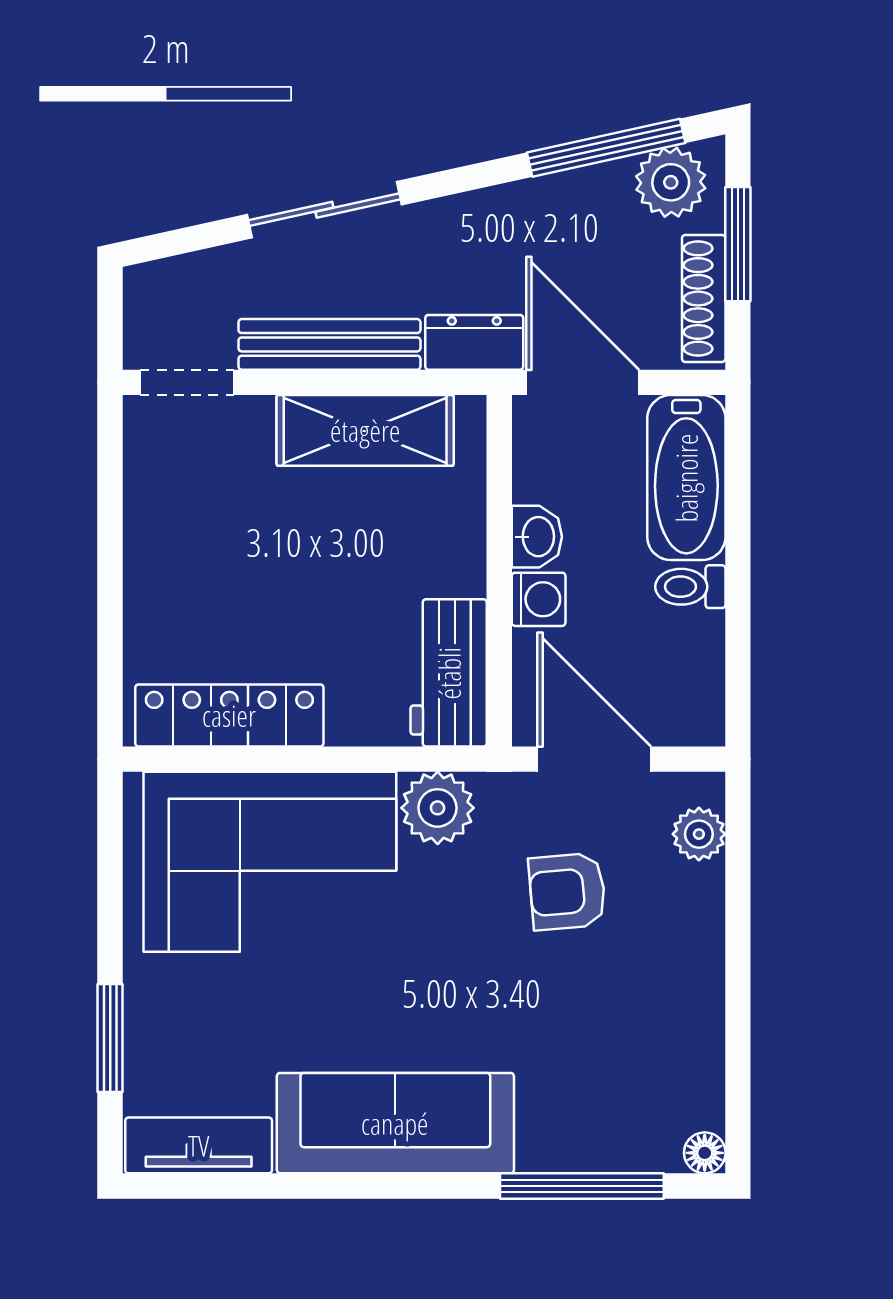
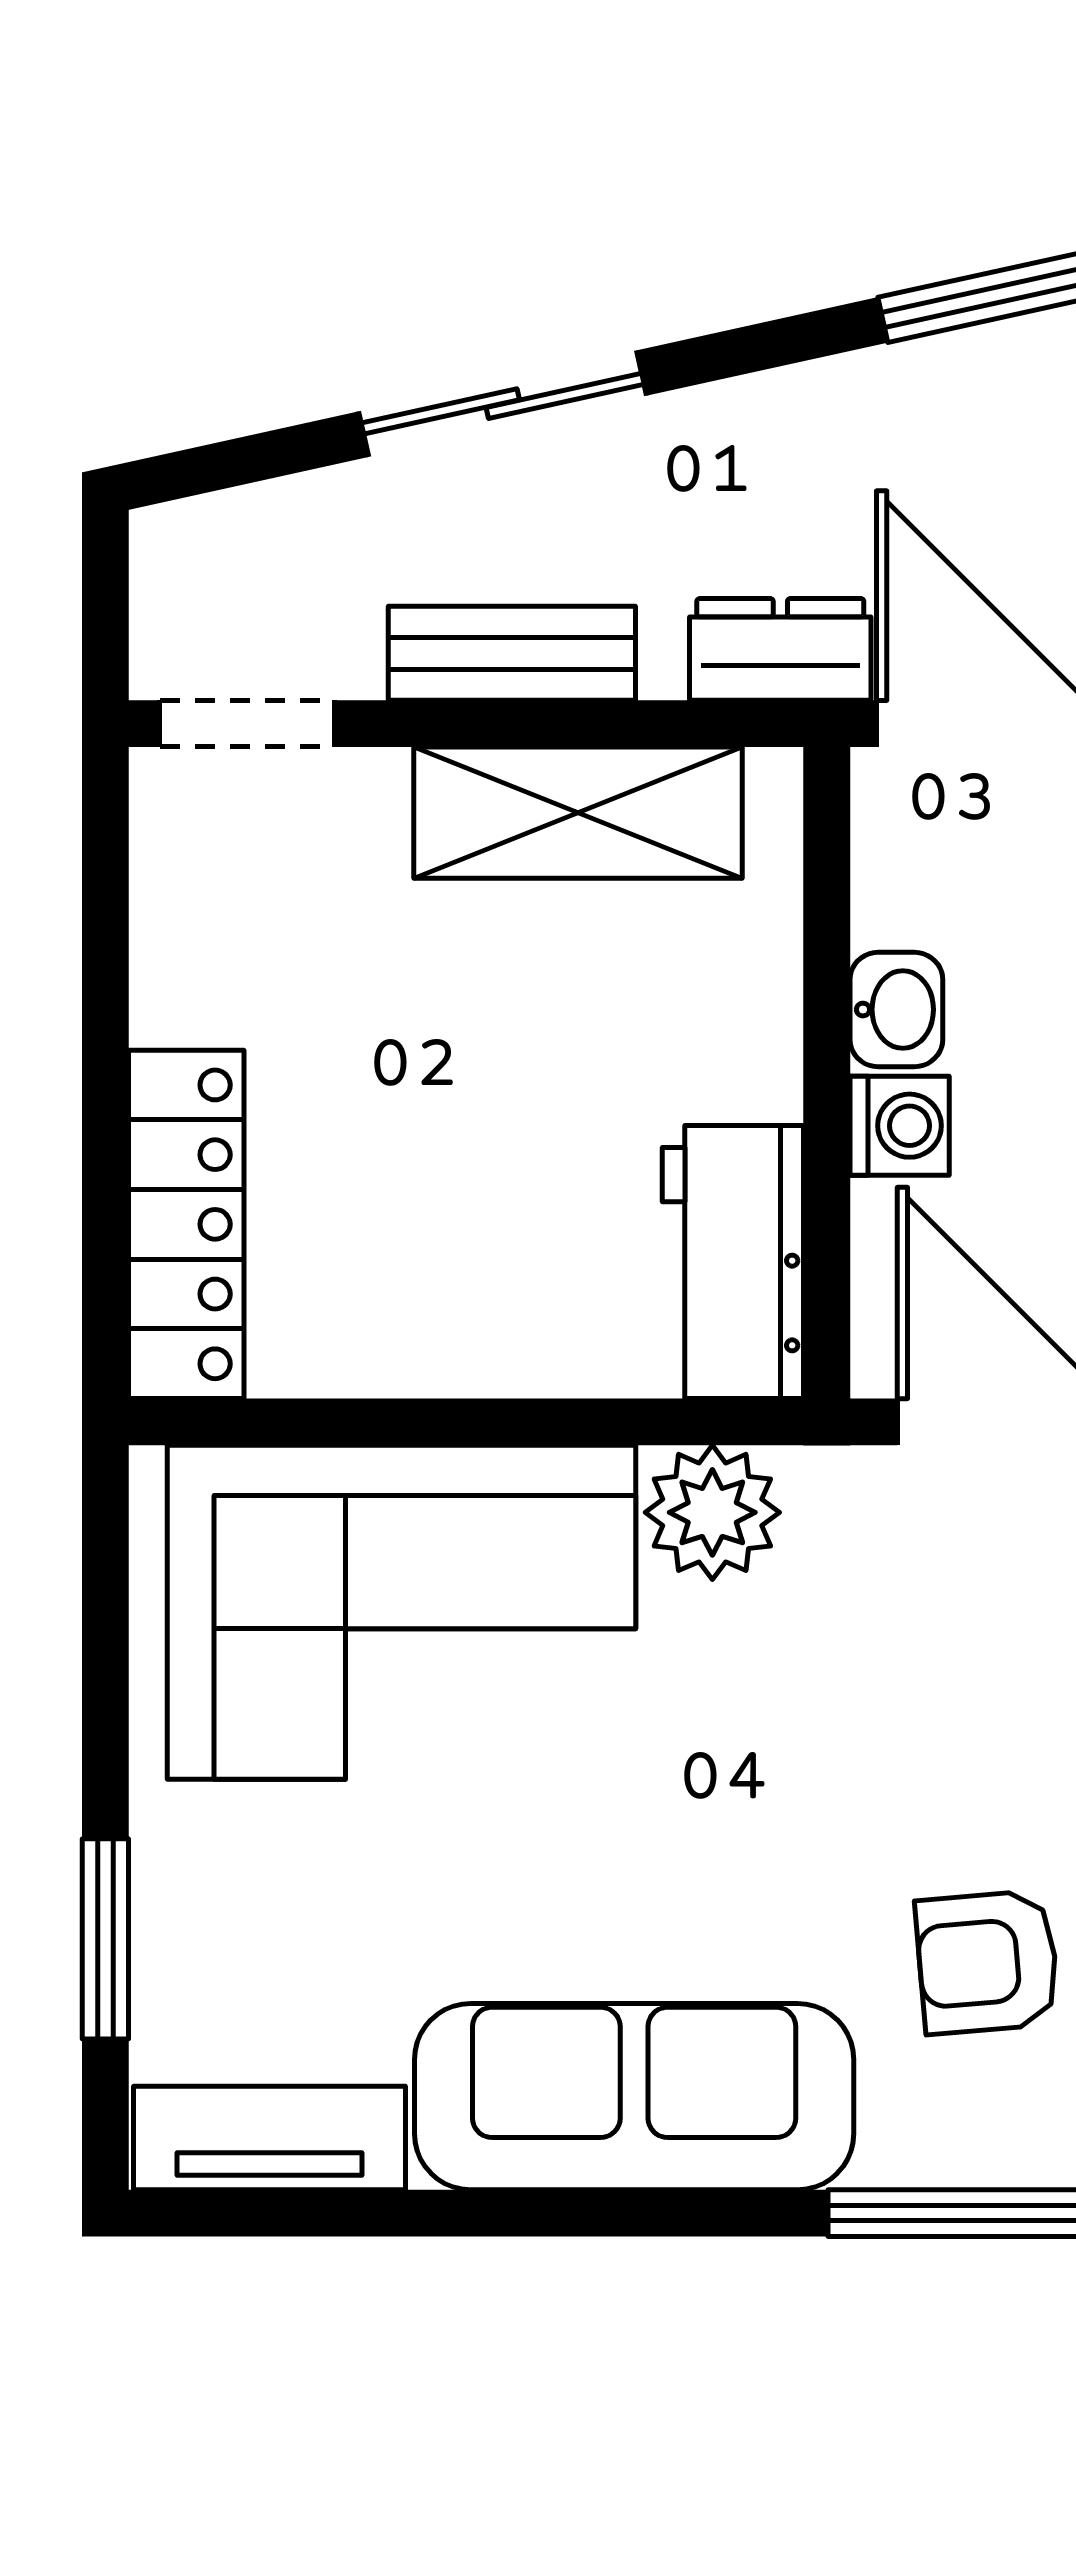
bench: (329, 344) -> (512, 653), width x0.73
locker: (229, 715) -> (186, 1224), moved, turned 90
armchair: (567, 892) -> (987, 1962), moved

